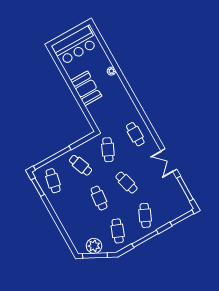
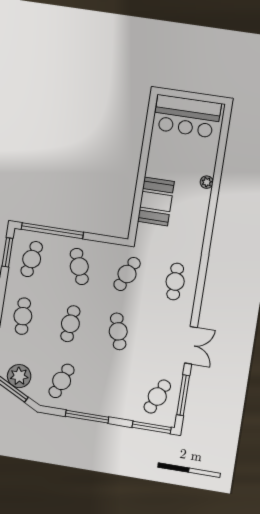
booth: (86, 88) -> (156, 201), moved
double door: (169, 160) -> (191, 345), swing flipped
cafe table: (72, 214) -> (23, 316), added
cafe table: (145, 215) -> (157, 397), moved

